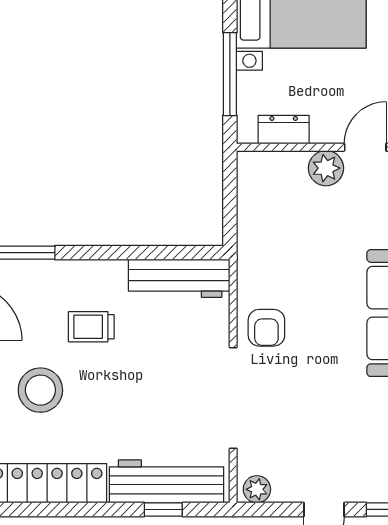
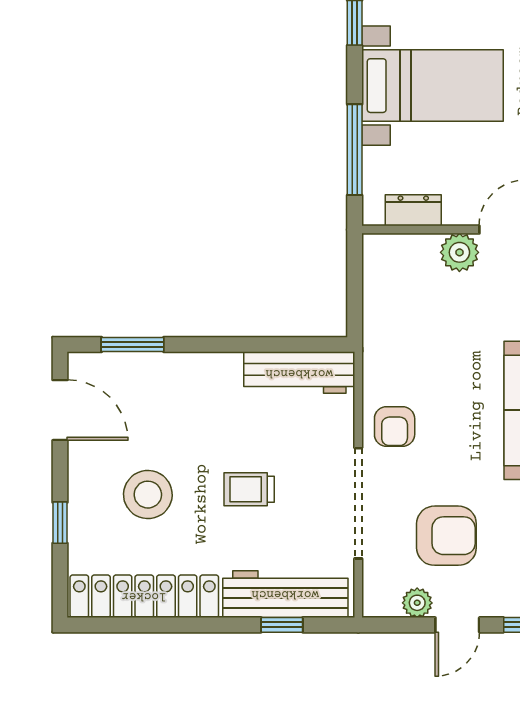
trolley: (91, 327) -> (249, 489), moved
armchair: (314, 428) -> (446, 536), added
plant: (257, 489) -> (417, 603), moved

